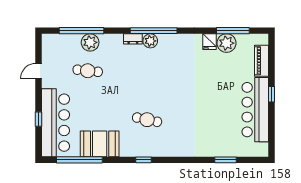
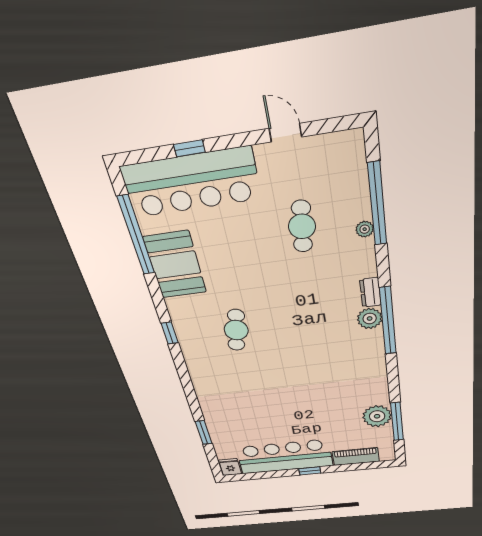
plant: (90, 42) -> (365, 229), width x0.53, depth x0.53
fridge: (209, 42) -> (230, 467), moved, turned 90

